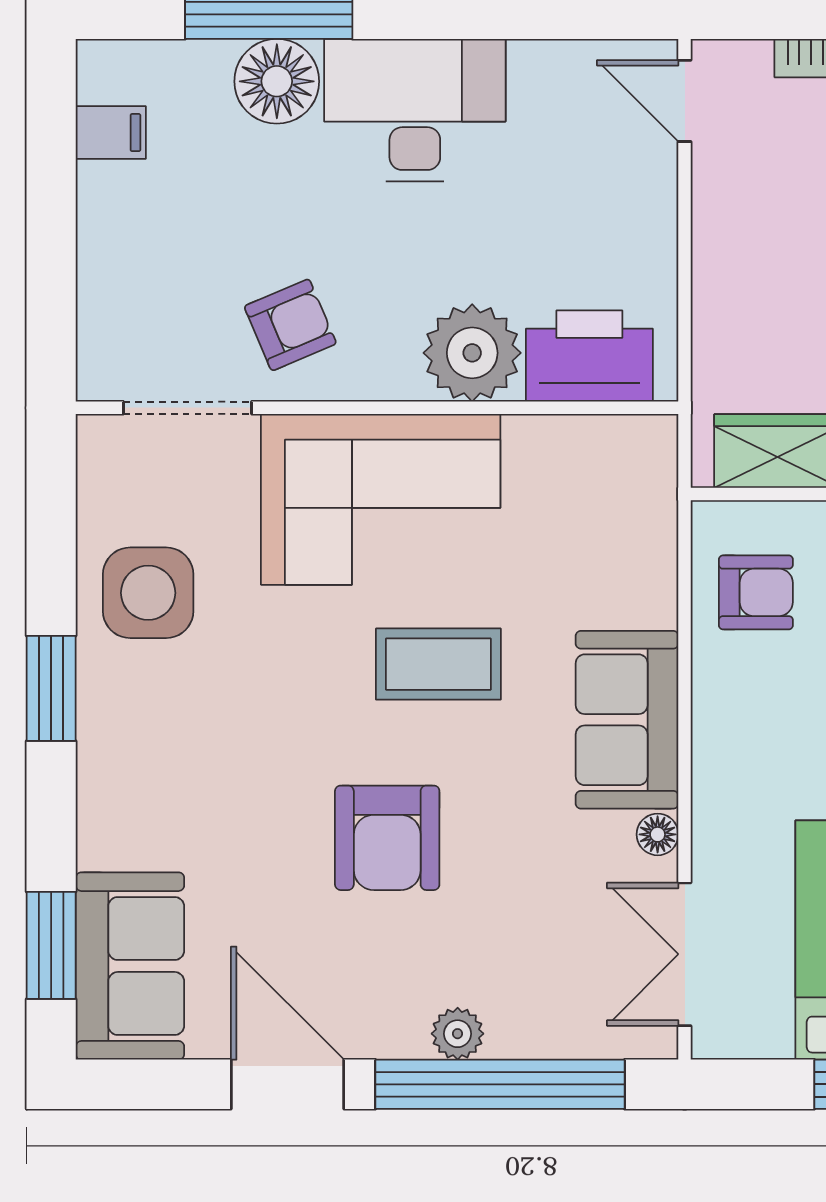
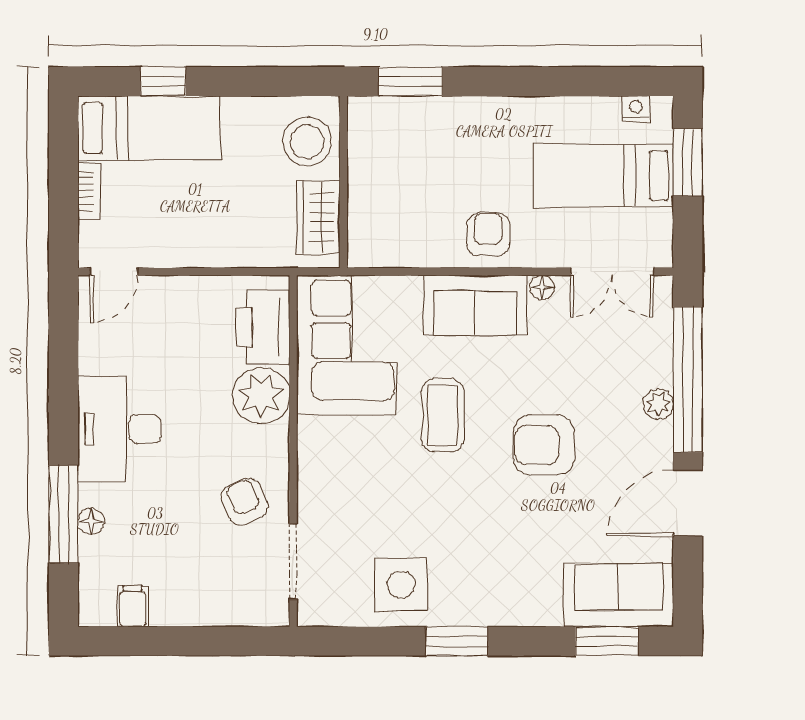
floor lamp: (277, 81) -> (91, 521), width x0.53, depth x0.53
corner sofa: (381, 499) -> (347, 345), moved
armchair: (756, 592) -> (488, 234), moved
armchair: (387, 838) -> (544, 445), turned 180

